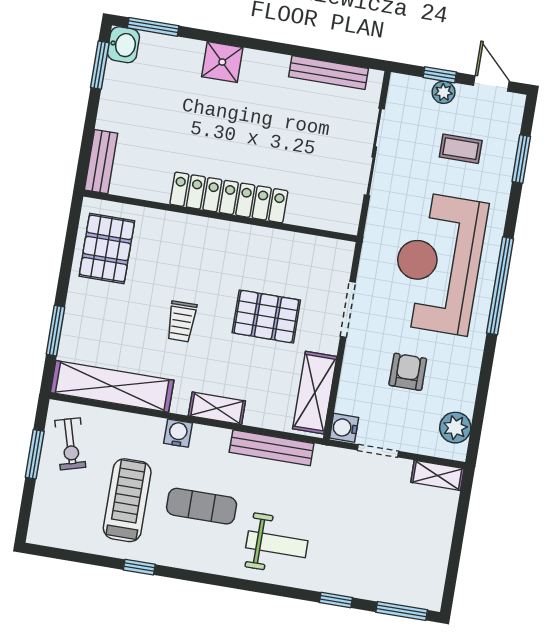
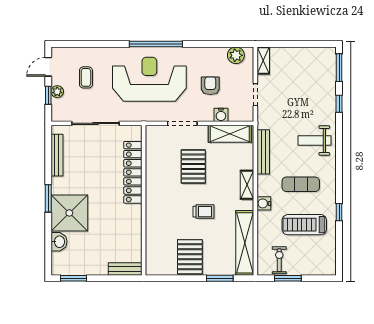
window: (153, 27) -> (48, 198), moved
washbasin: (123, 45) -> (59, 242), moved, turned 90
shower: (222, 62) -> (69, 213), width x1.86, depth x1.86
window: (521, 159) -> (86, 44), removed
locker: (229, 197) -> (133, 172), moved
pallet: (107, 248) -> (190, 257), moved, turned 90
reception desk: (438, 263) -> (149, 79), turned 180
armchair: (408, 372) -> (210, 86), turned 90
water cooler: (344, 428) -> (221, 115), moved
exercise bike: (70, 444) -> (279, 260), turned -74
exercise mat: (202, 506) -> (301, 184), turned 90
weight bench: (277, 544) -> (314, 140), turned -90

